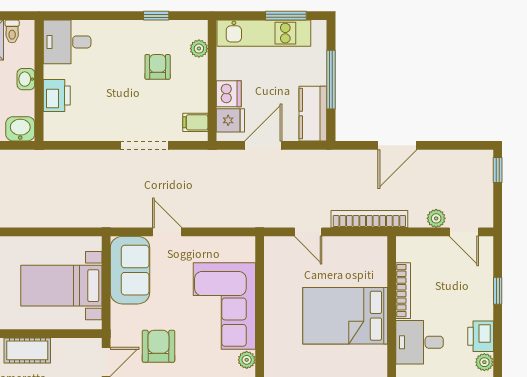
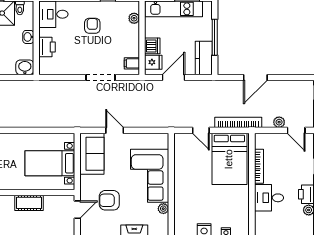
armchair: (158, 67) -> (92, 26), moved
bed: (345, 316) -> (229, 159), moved, turned -90
armchair: (158, 346) -> (109, 200), turned -90

